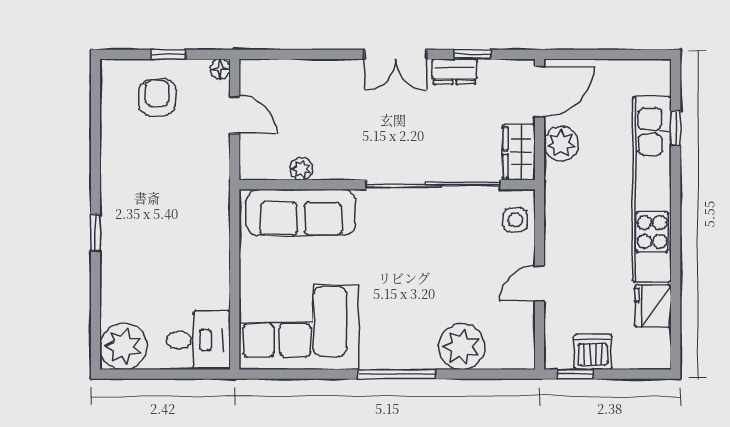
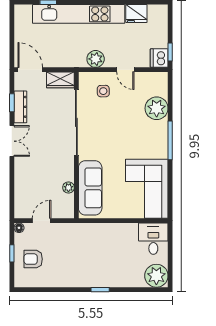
dresser: (455, 72) -> (20, 107), width x1.44
plant: (561, 144) -> (96, 59), moved
side table: (515, 220) -> (103, 91), moved
dishwasher: (593, 352) -> (159, 58), moved

